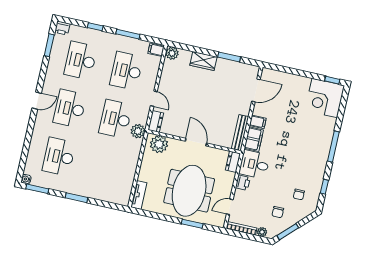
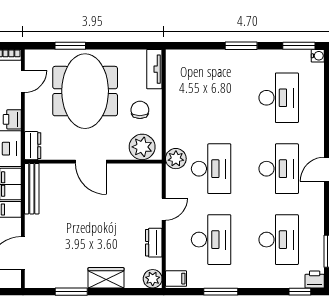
window: (95, 27) -> (300, 292), moved
door: (154, 99) -> (164, 209), swing flipped
dresser: (156, 121) -> (154, 243), moved
chair: (155, 170) -> (140, 110), added

